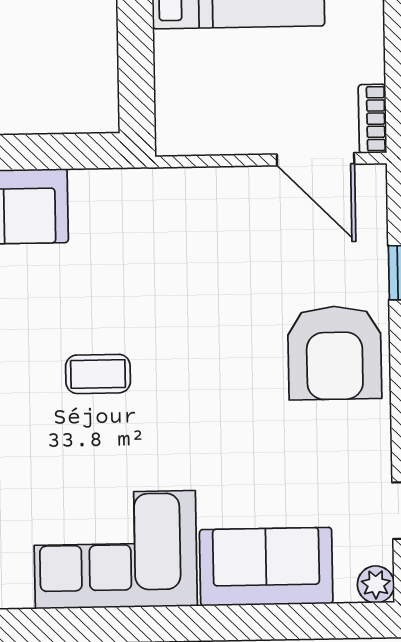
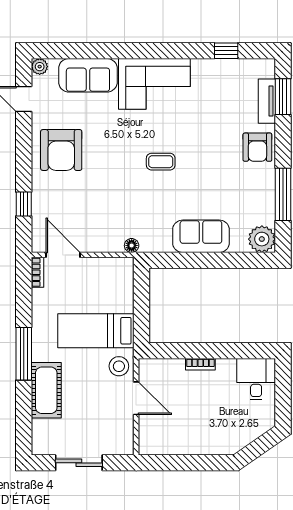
floor lamp: (161, 183) -> (132, 245), added
armchair: (335, 353) -> (61, 150), moved, turned 180

